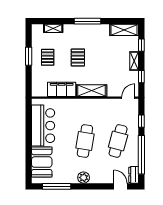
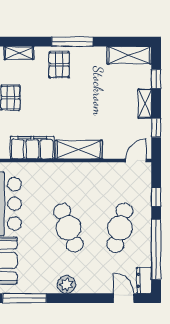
pallet: (78, 57) -> (59, 65), moved
cafe table: (85, 141) -> (69, 228), turned -30

